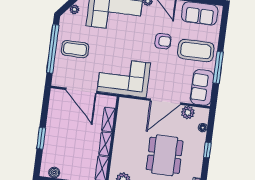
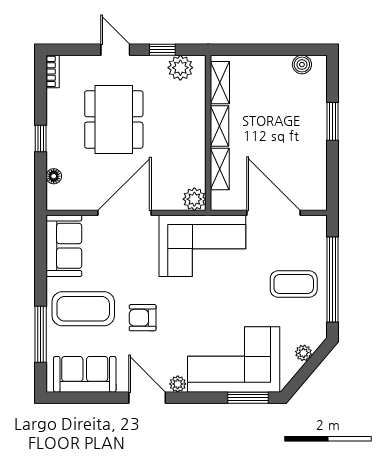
window: (218, 67) -> (41, 334), moved
plant: (188, 113) -> (194, 199), moved

